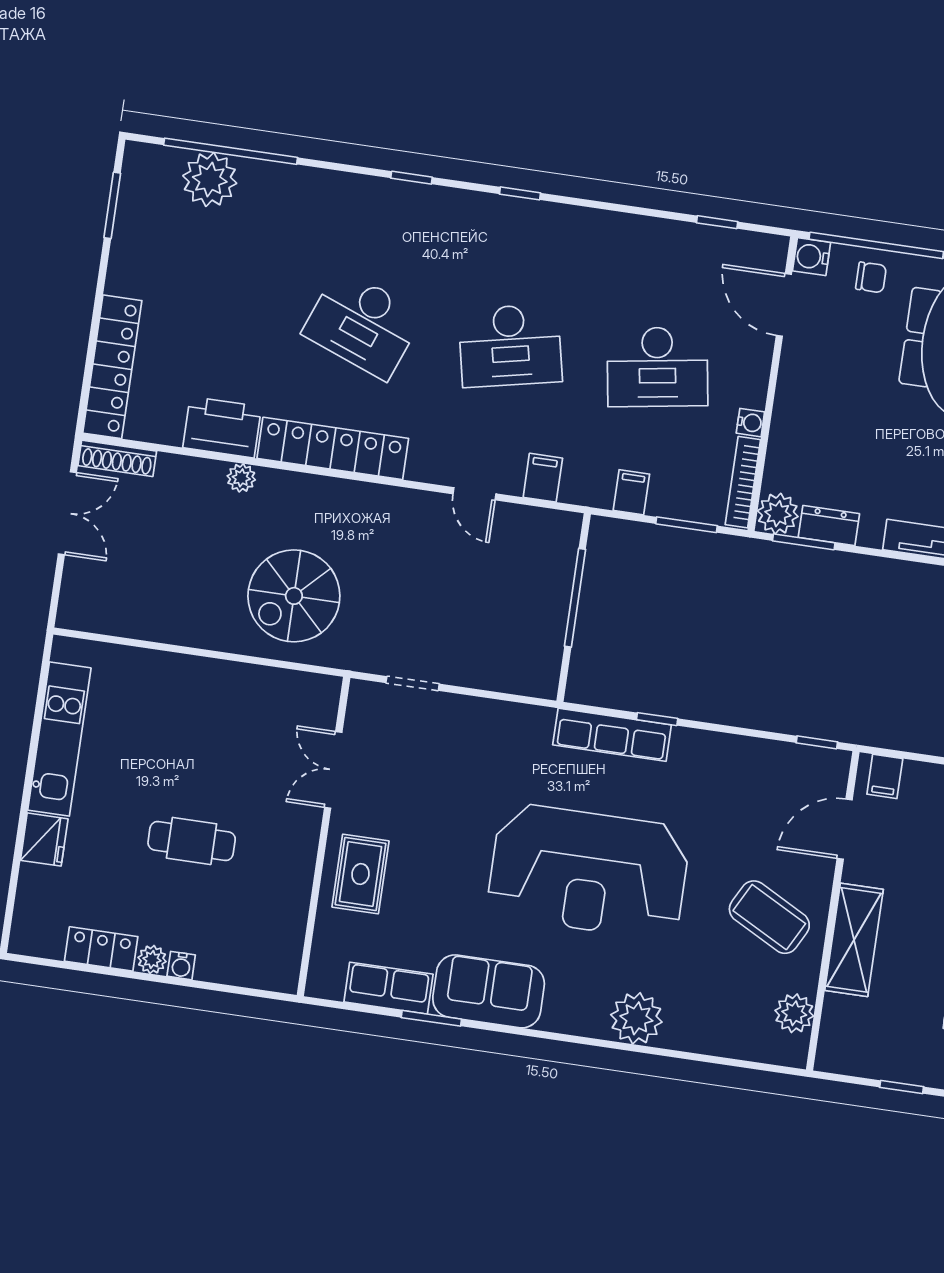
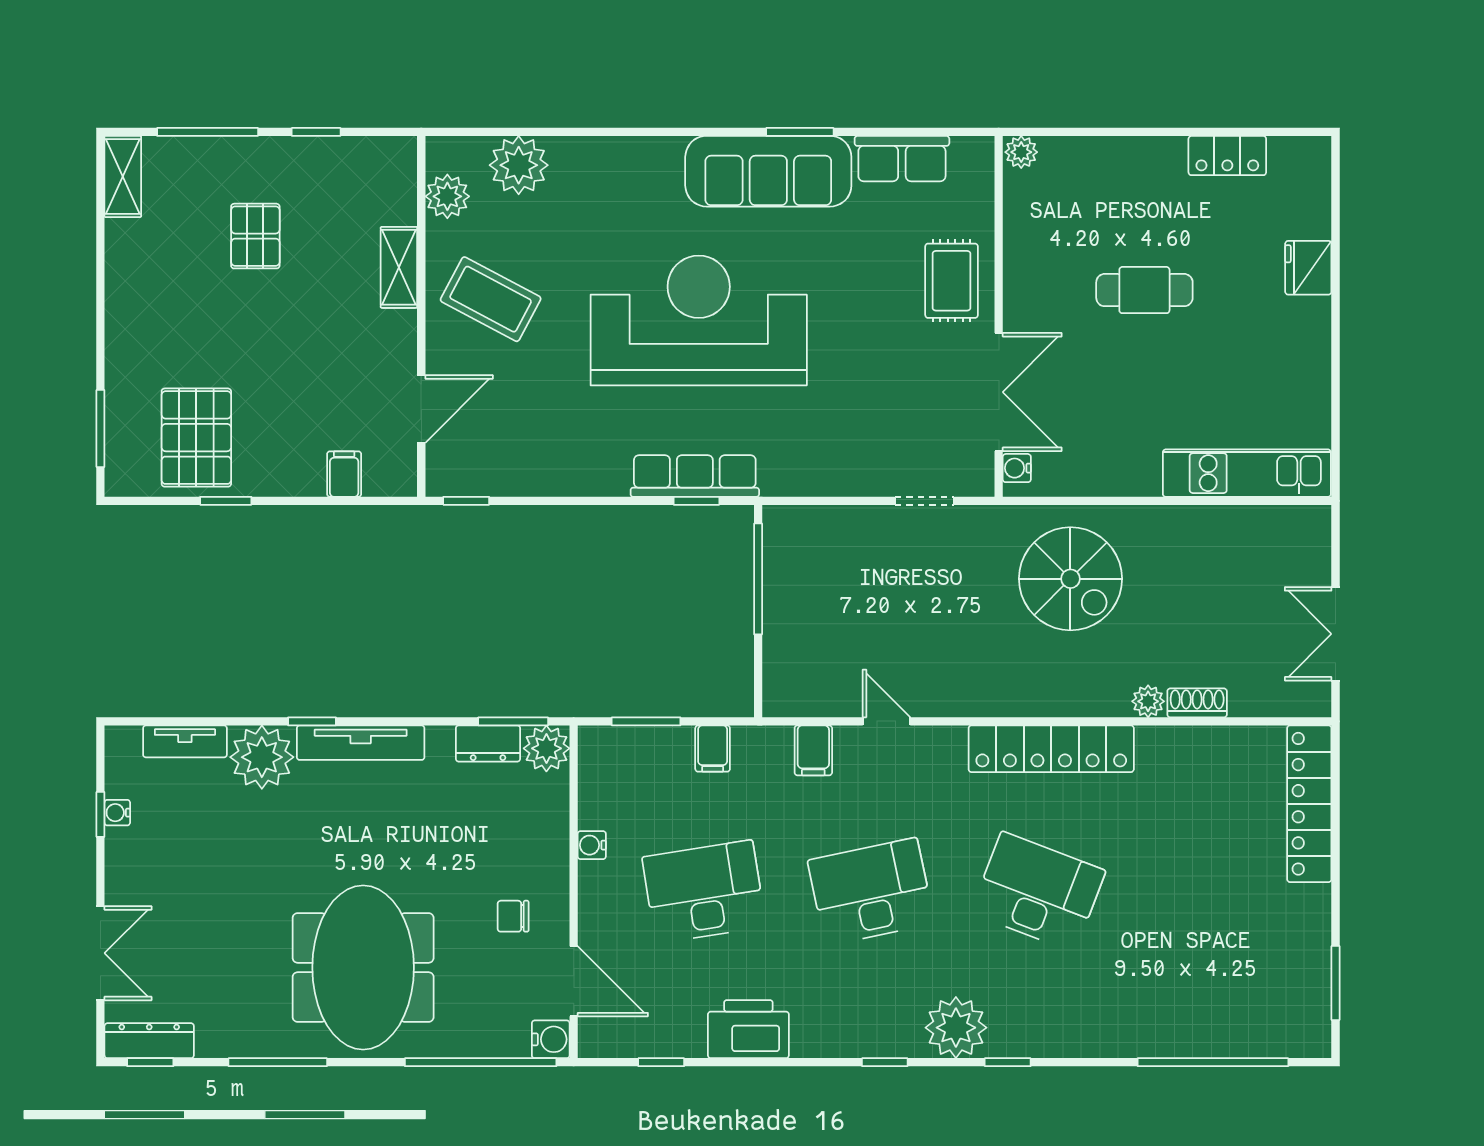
plant: (210, 179) -> (956, 1028), moved
chair: (871, 277) -> (513, 916), moved
printer: (222, 427) -> (748, 1029), moved, turned 180
shoe rack: (117, 458) -> (1197, 703), moved, width x0.70
bookcase: (743, 482) -> (590, 778), removed
spiral stairs: (294, 596) -> (1070, 579), turned 90
window: (575, 598) -> (758, 579), moved
window: (657, 719) -> (696, 501), moved
kitchen unit: (59, 739) -> (1247, 473), moved, turned 90
double door: (333, 770) -> (999, 392), width x1.37
filing cabinet: (885, 776) -> (344, 474), moved
shelving: (854, 940) -> (399, 267), width x0.67, depth x0.75
plant: (152, 959) -> (1021, 152), moved
water cooler: (181, 966) -> (1017, 468), moved, turned -90
sofa: (489, 991) -> (768, 171), width x1.36
window: (431, 1018) -> (800, 132), moved
plant: (636, 1018) -> (519, 165), moved

